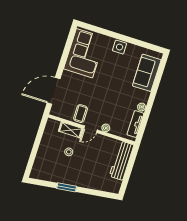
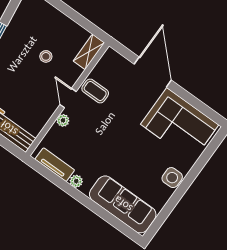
sofa: (147, 73) -> (123, 204), width x1.36
door: (54, 91) -> (153, 72), moved
shelving: (71, 130) -> (89, 52), moved

